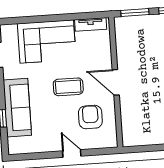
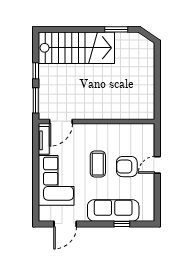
door: (116, 82) -> (61, 121), moved
armchair: (90, 117) -> (127, 167), moved

